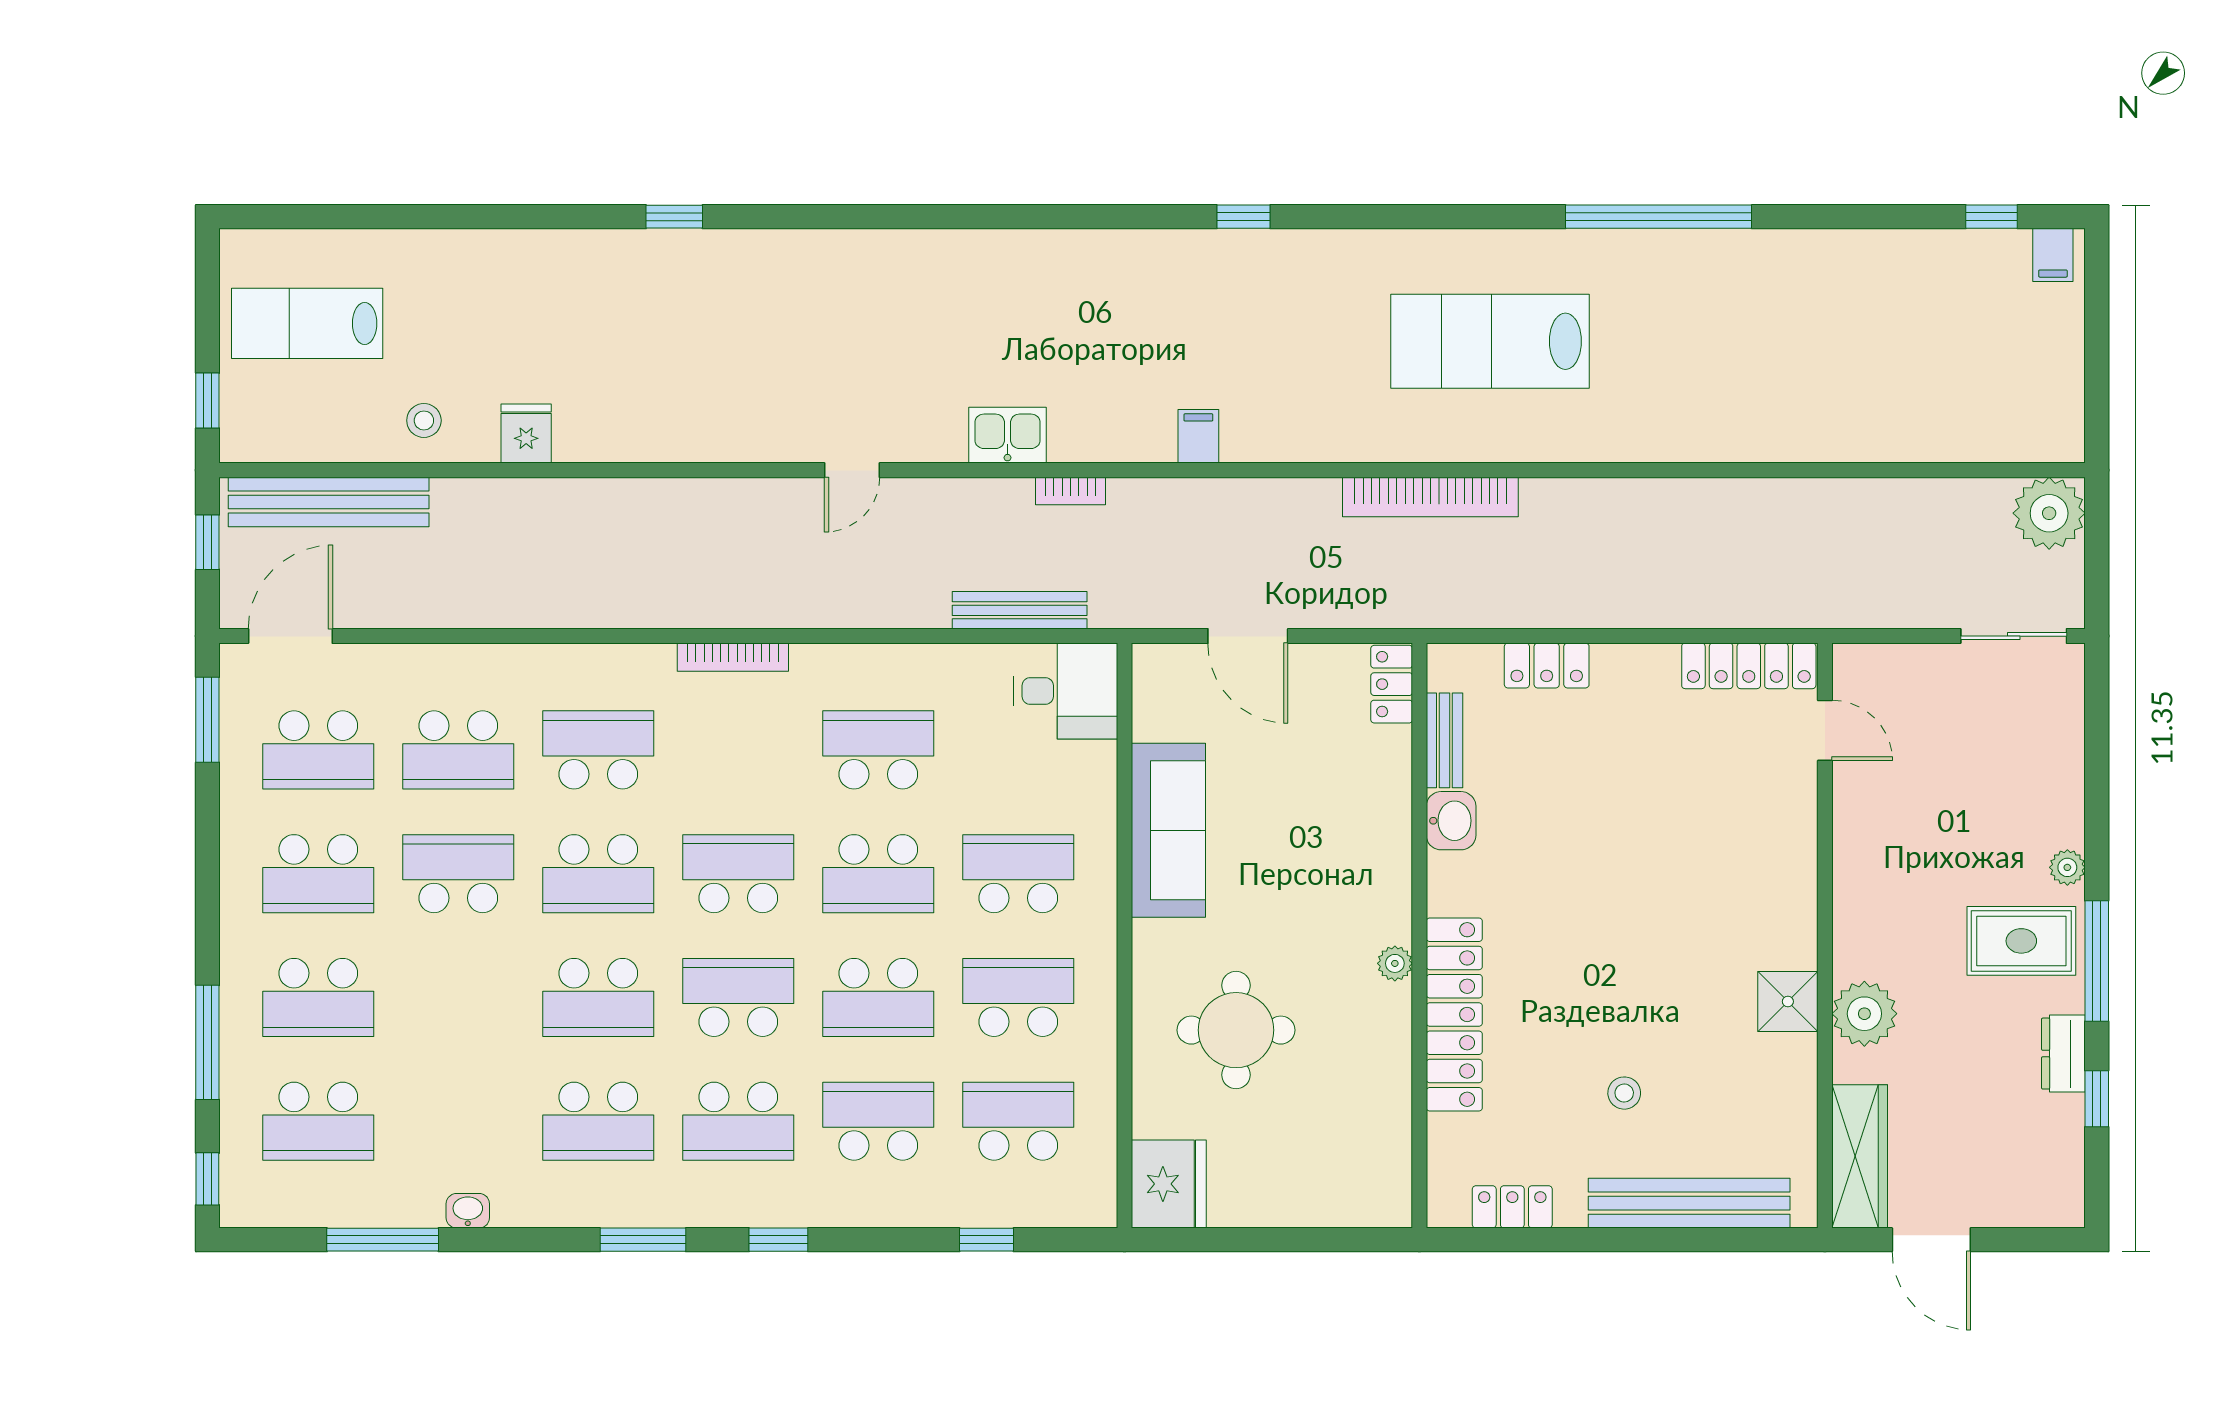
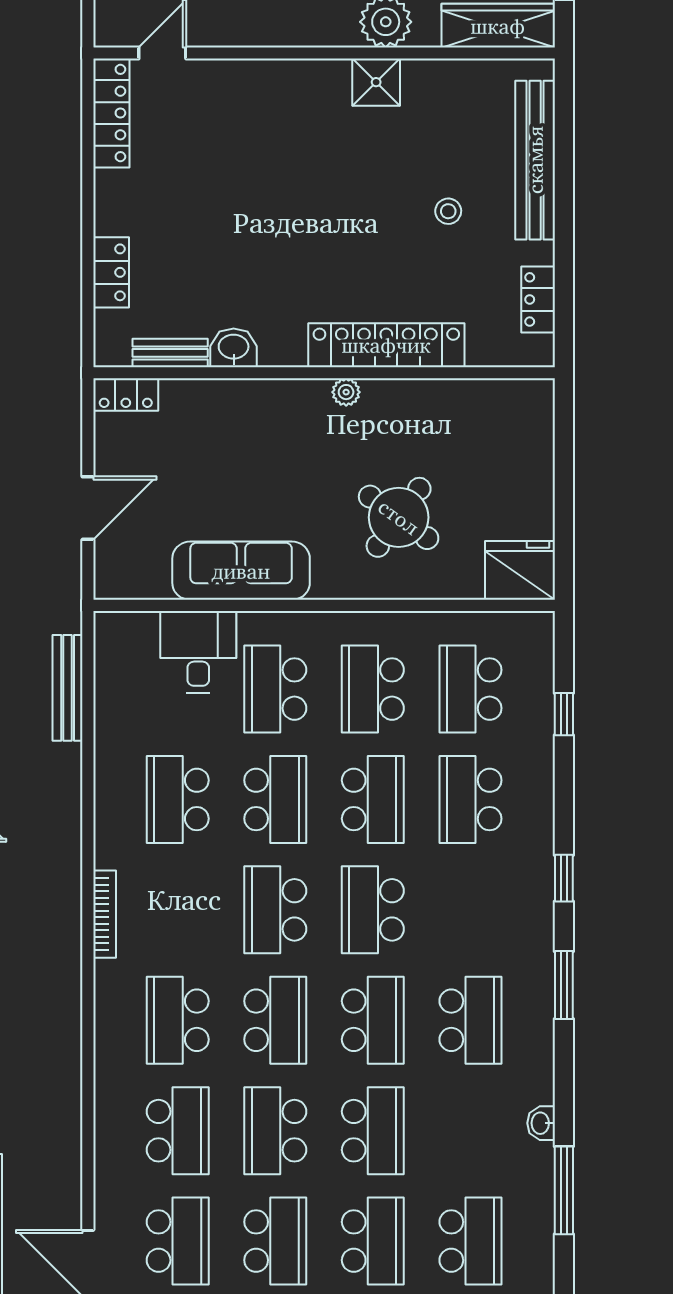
desk: (1066, 691) -> (198, 652), moved
round table: (1236, 1030) -> (399, 517), turned 36
school desk: (738, 1121) -> (373, 1131), moved

